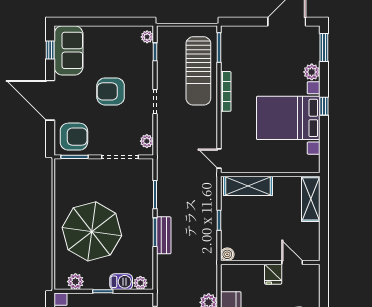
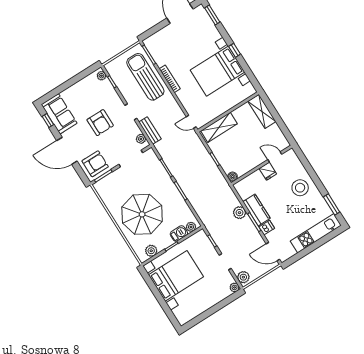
sun lounger: (198, 71) -> (145, 77), turned 180
plant: (312, 72) -> (214, 34), removed
armchair: (111, 91) -> (100, 123), turned -90
bench: (164, 235) -> (150, 131), moved

